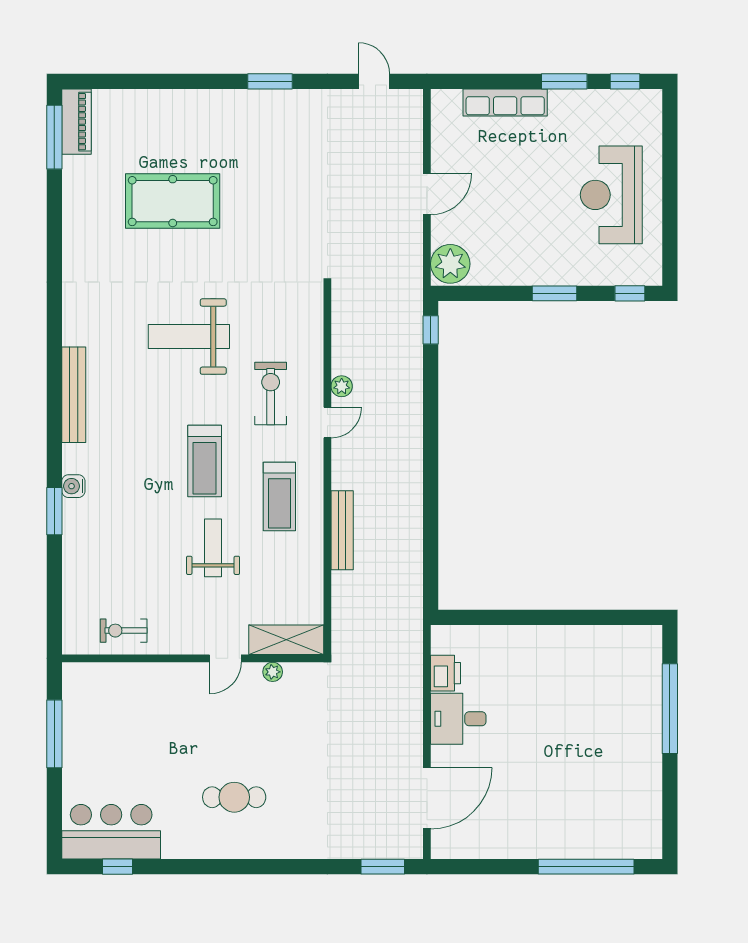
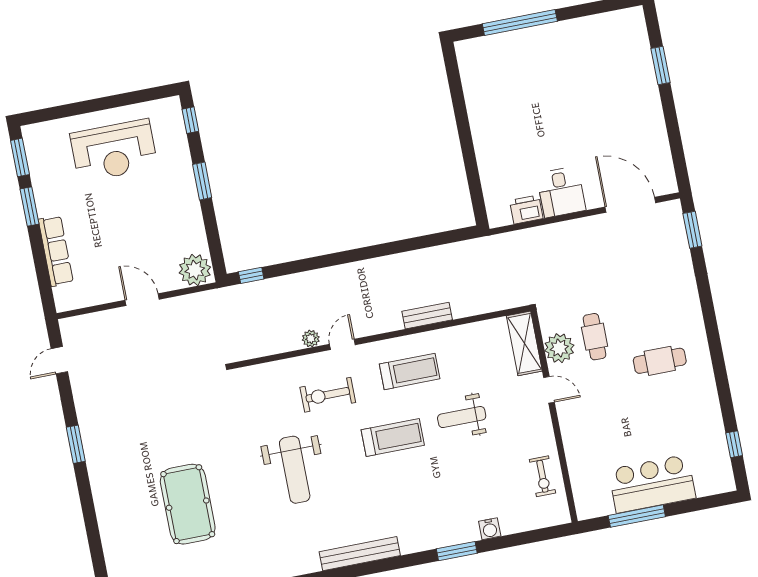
window: (625, 81) -> (20, 157), width x1.50
door: (327, 423) -> (342, 344), hinge flipped
water cooler: (73, 486) -> (490, 529), moved
bench: (342, 530) -> (427, 316), width x0.73
plant: (273, 672) -> (559, 348), width x1.88, depth x1.88
cafe table: (278, 725) -> (595, 337), added
cafe table: (234, 797) -> (660, 361), turned 90
bar counter: (111, 832) -> (652, 484), moved, turned 90
window: (586, 867) -> (660, 66), width x0.47

